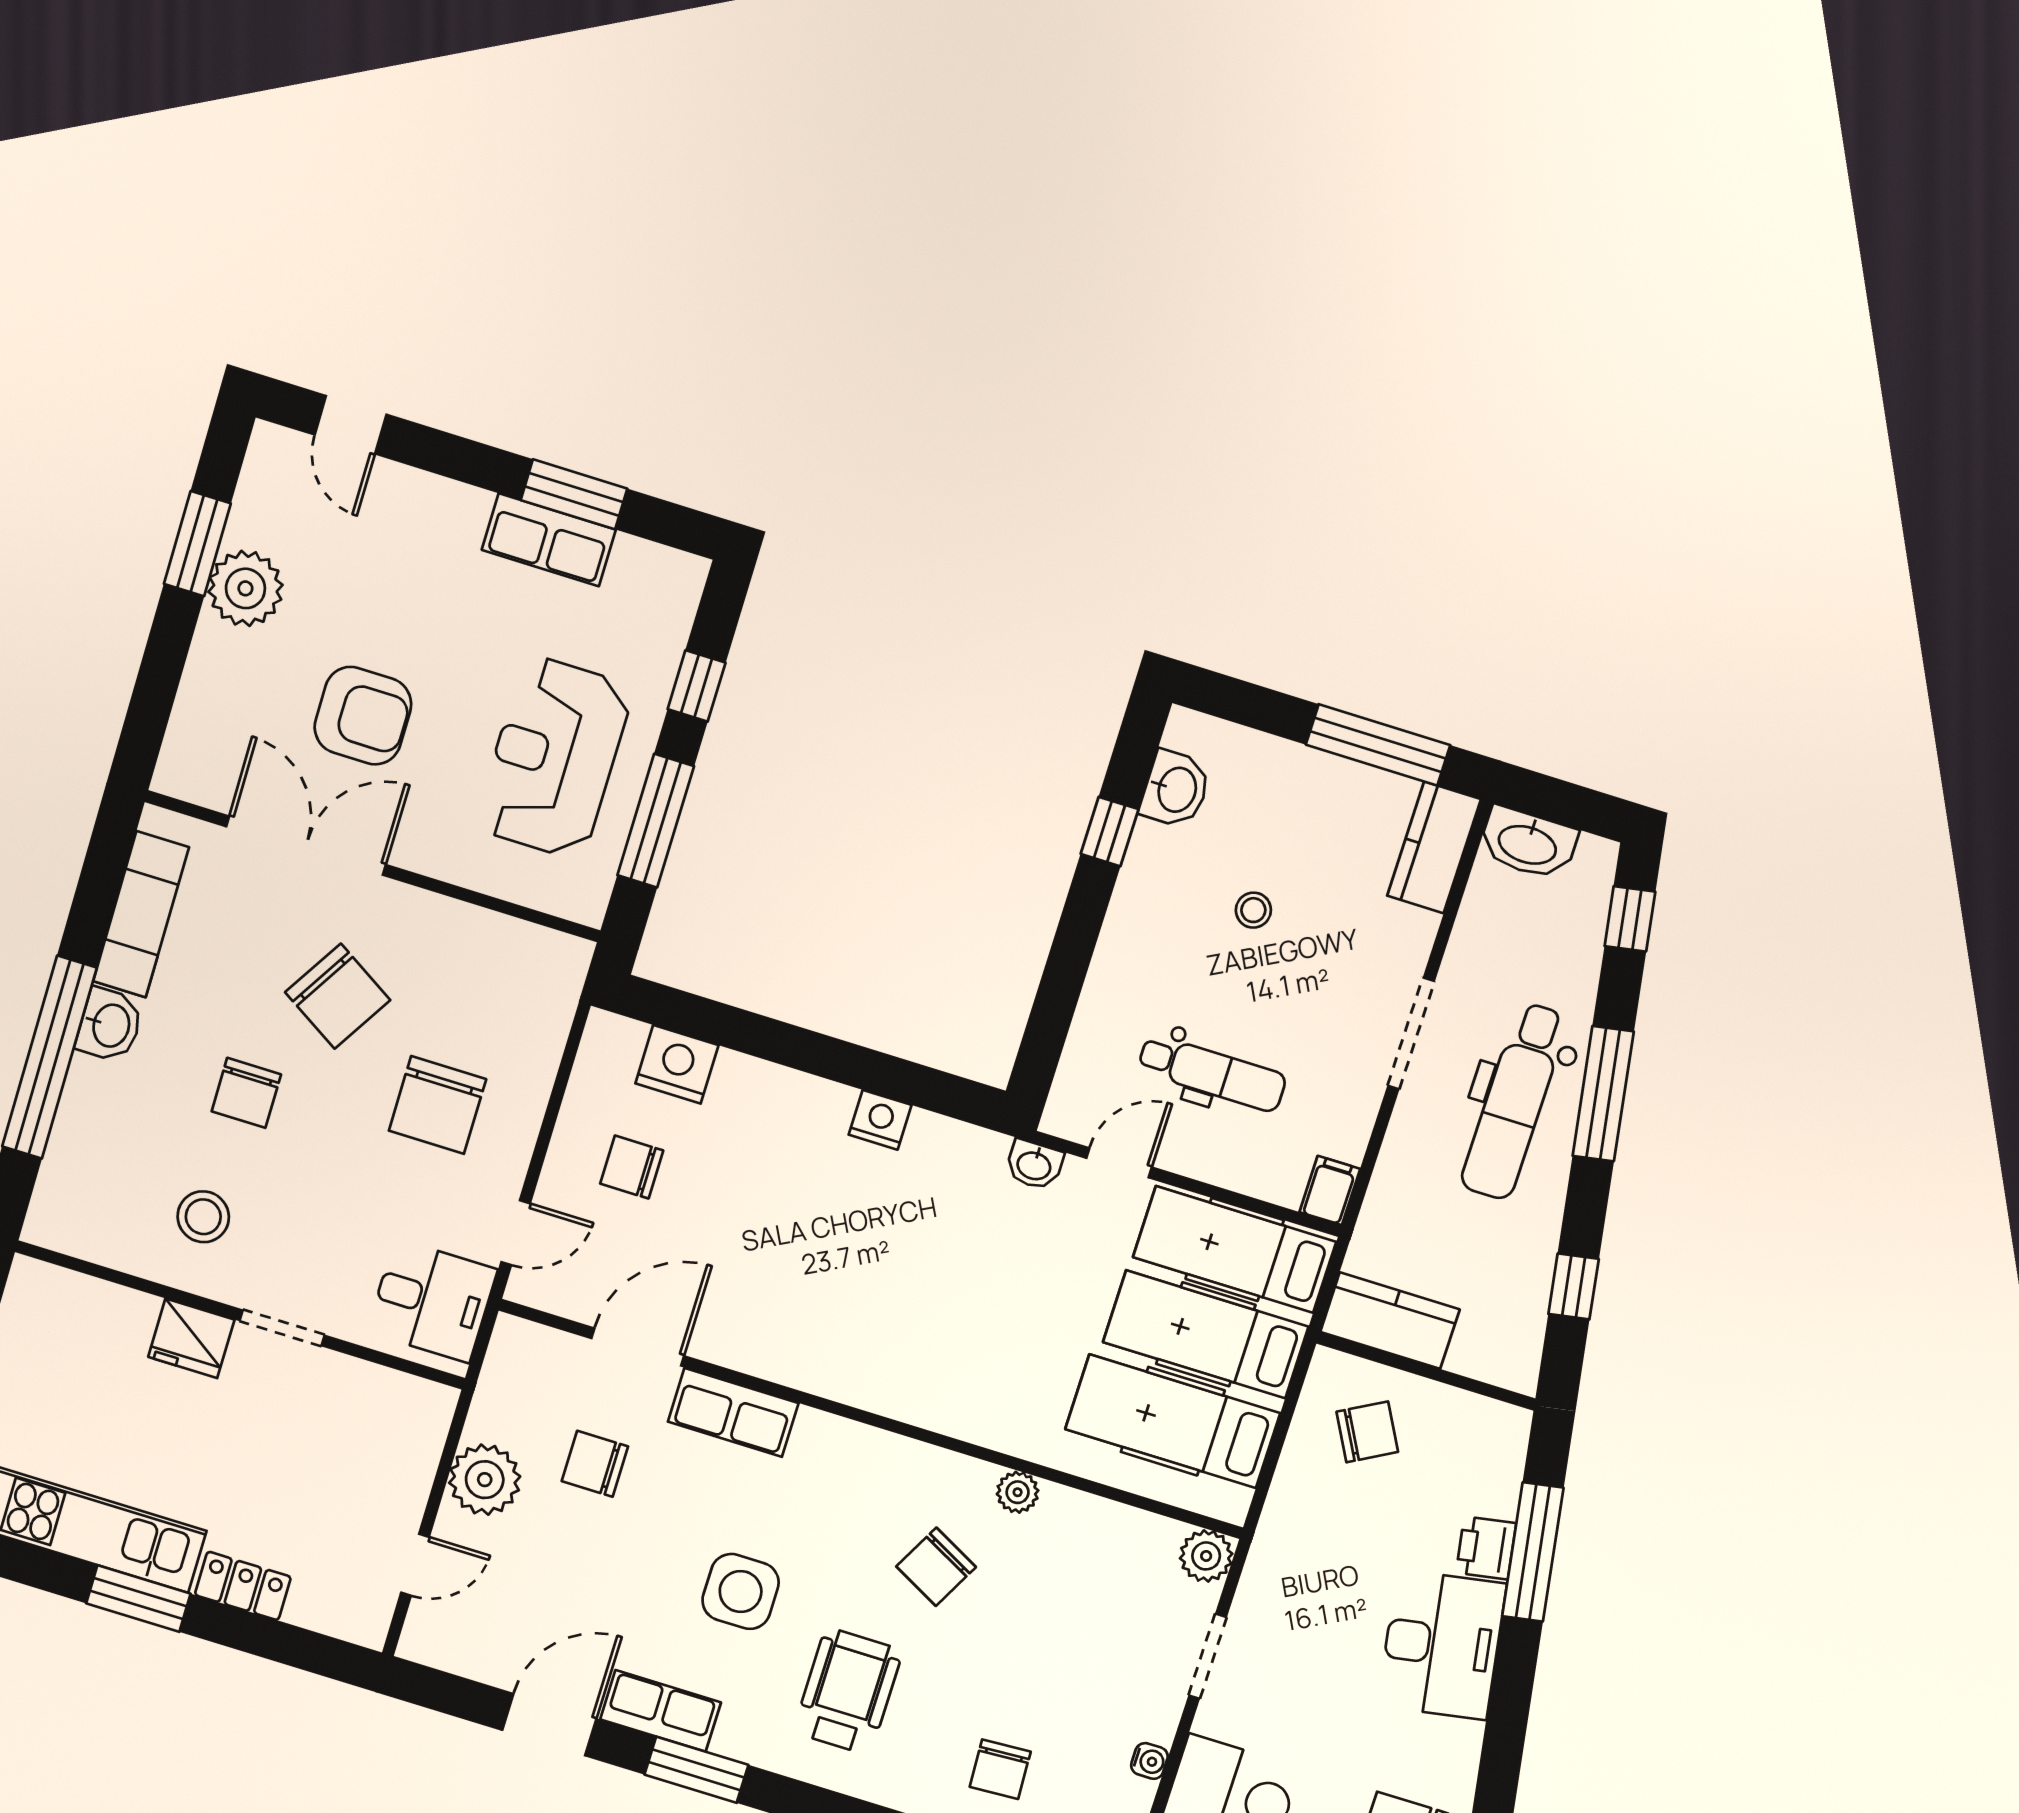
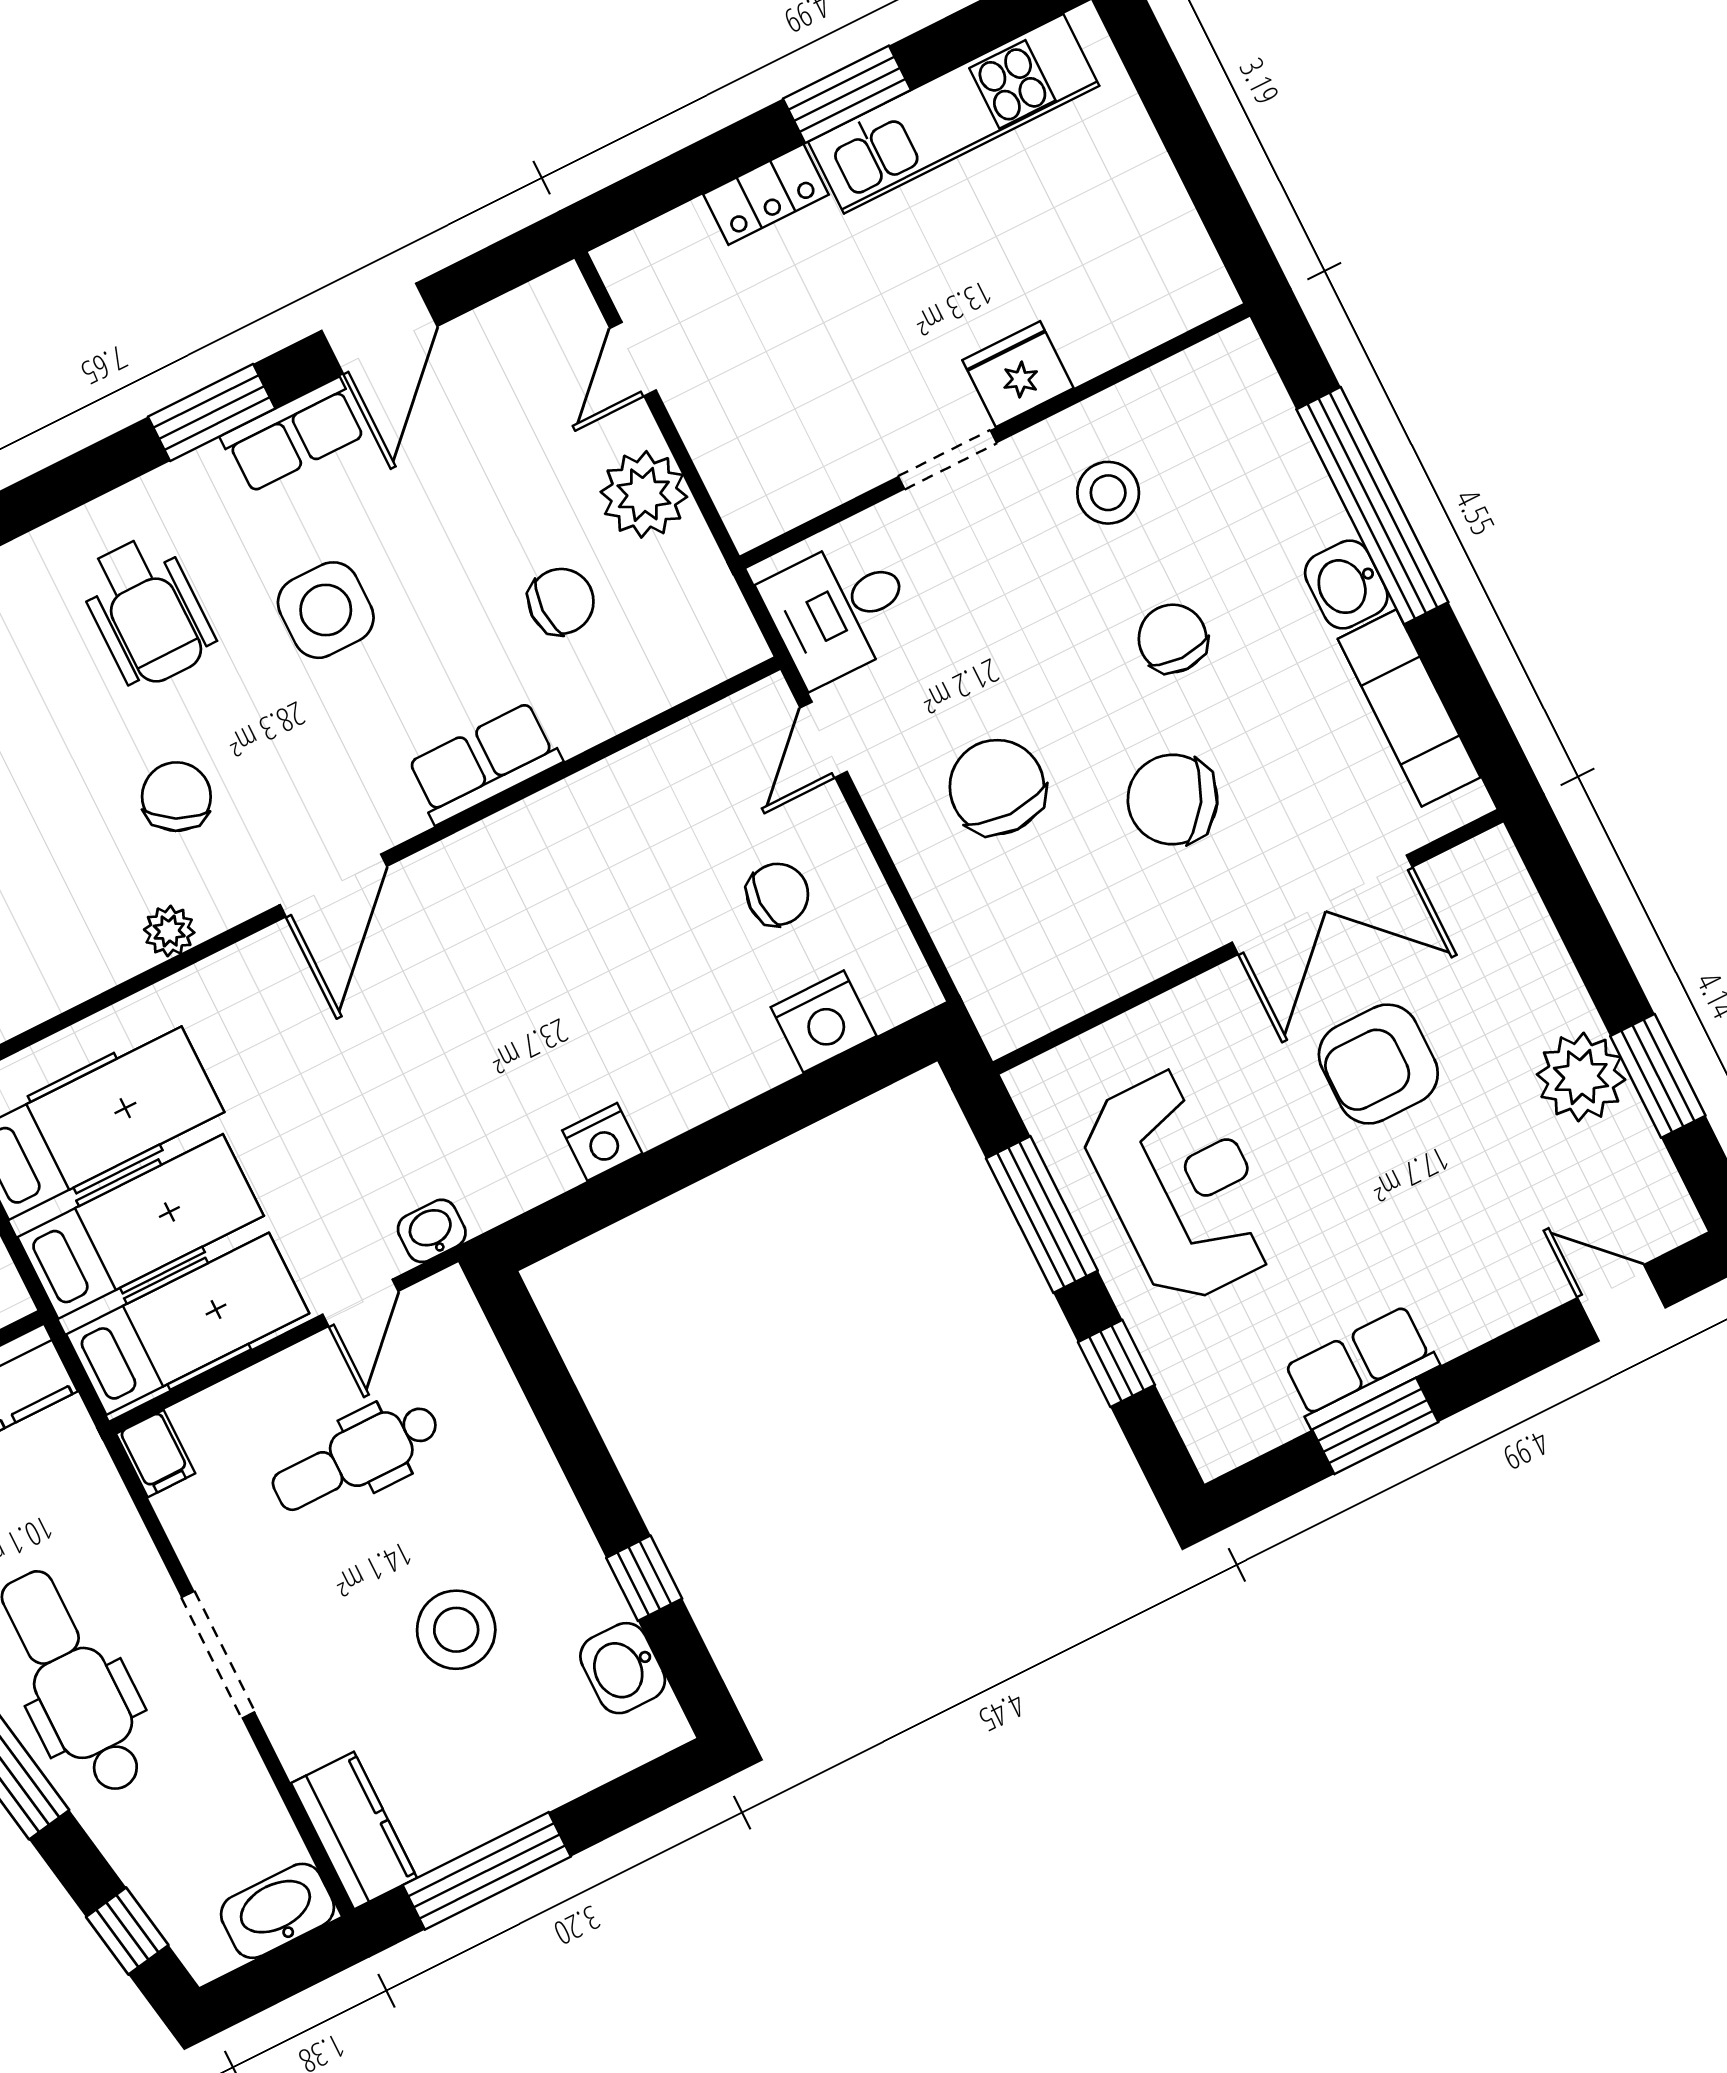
stool: (1253, 910) -> (456, 1630), width x1.89, depth x1.89
door: (638, 1347) -> (333, 885), moved

